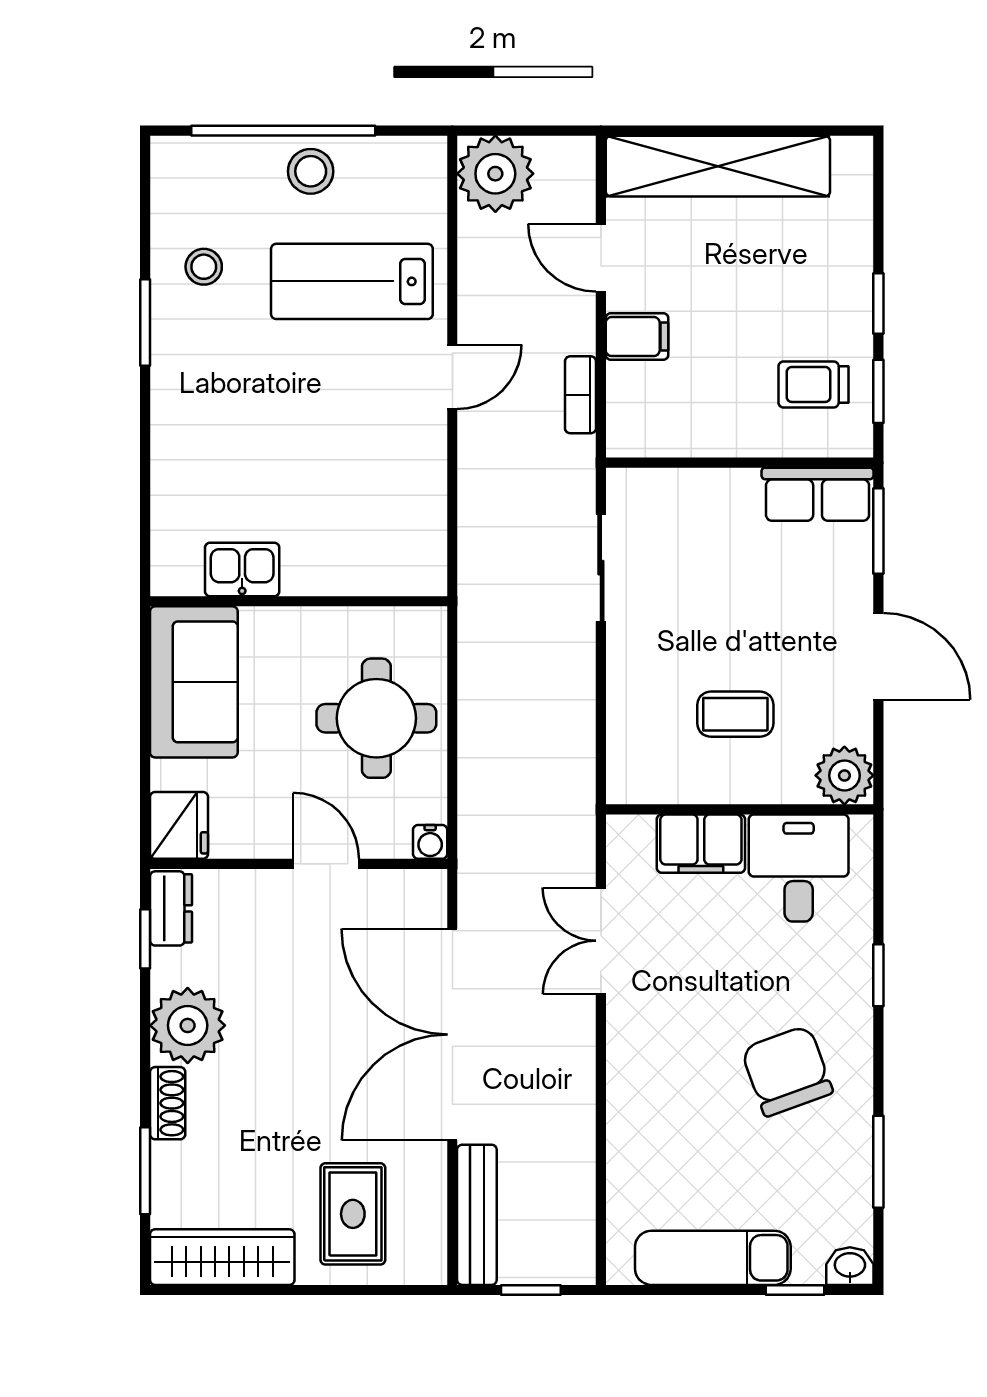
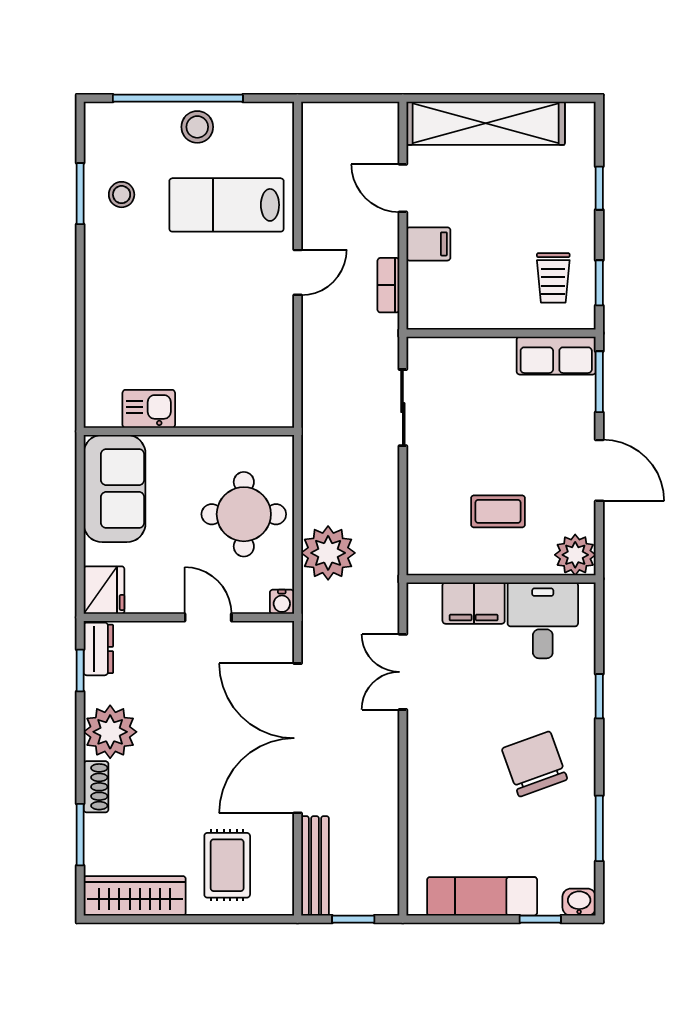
plant: (495, 174) -> (328, 553), moved
window: (878, 304) -> (599, 188), moved
window: (145, 323) -> (80, 194), moved
trolley: (813, 384) -> (553, 278), turned -90

